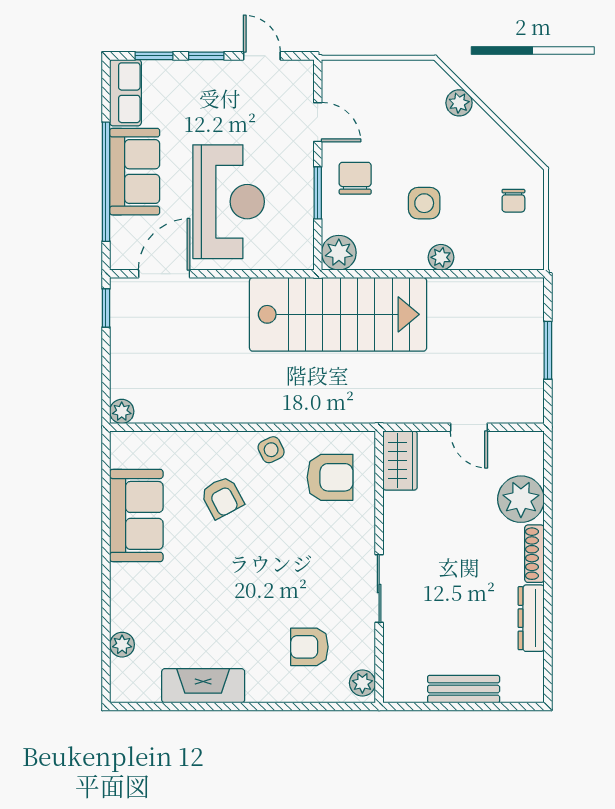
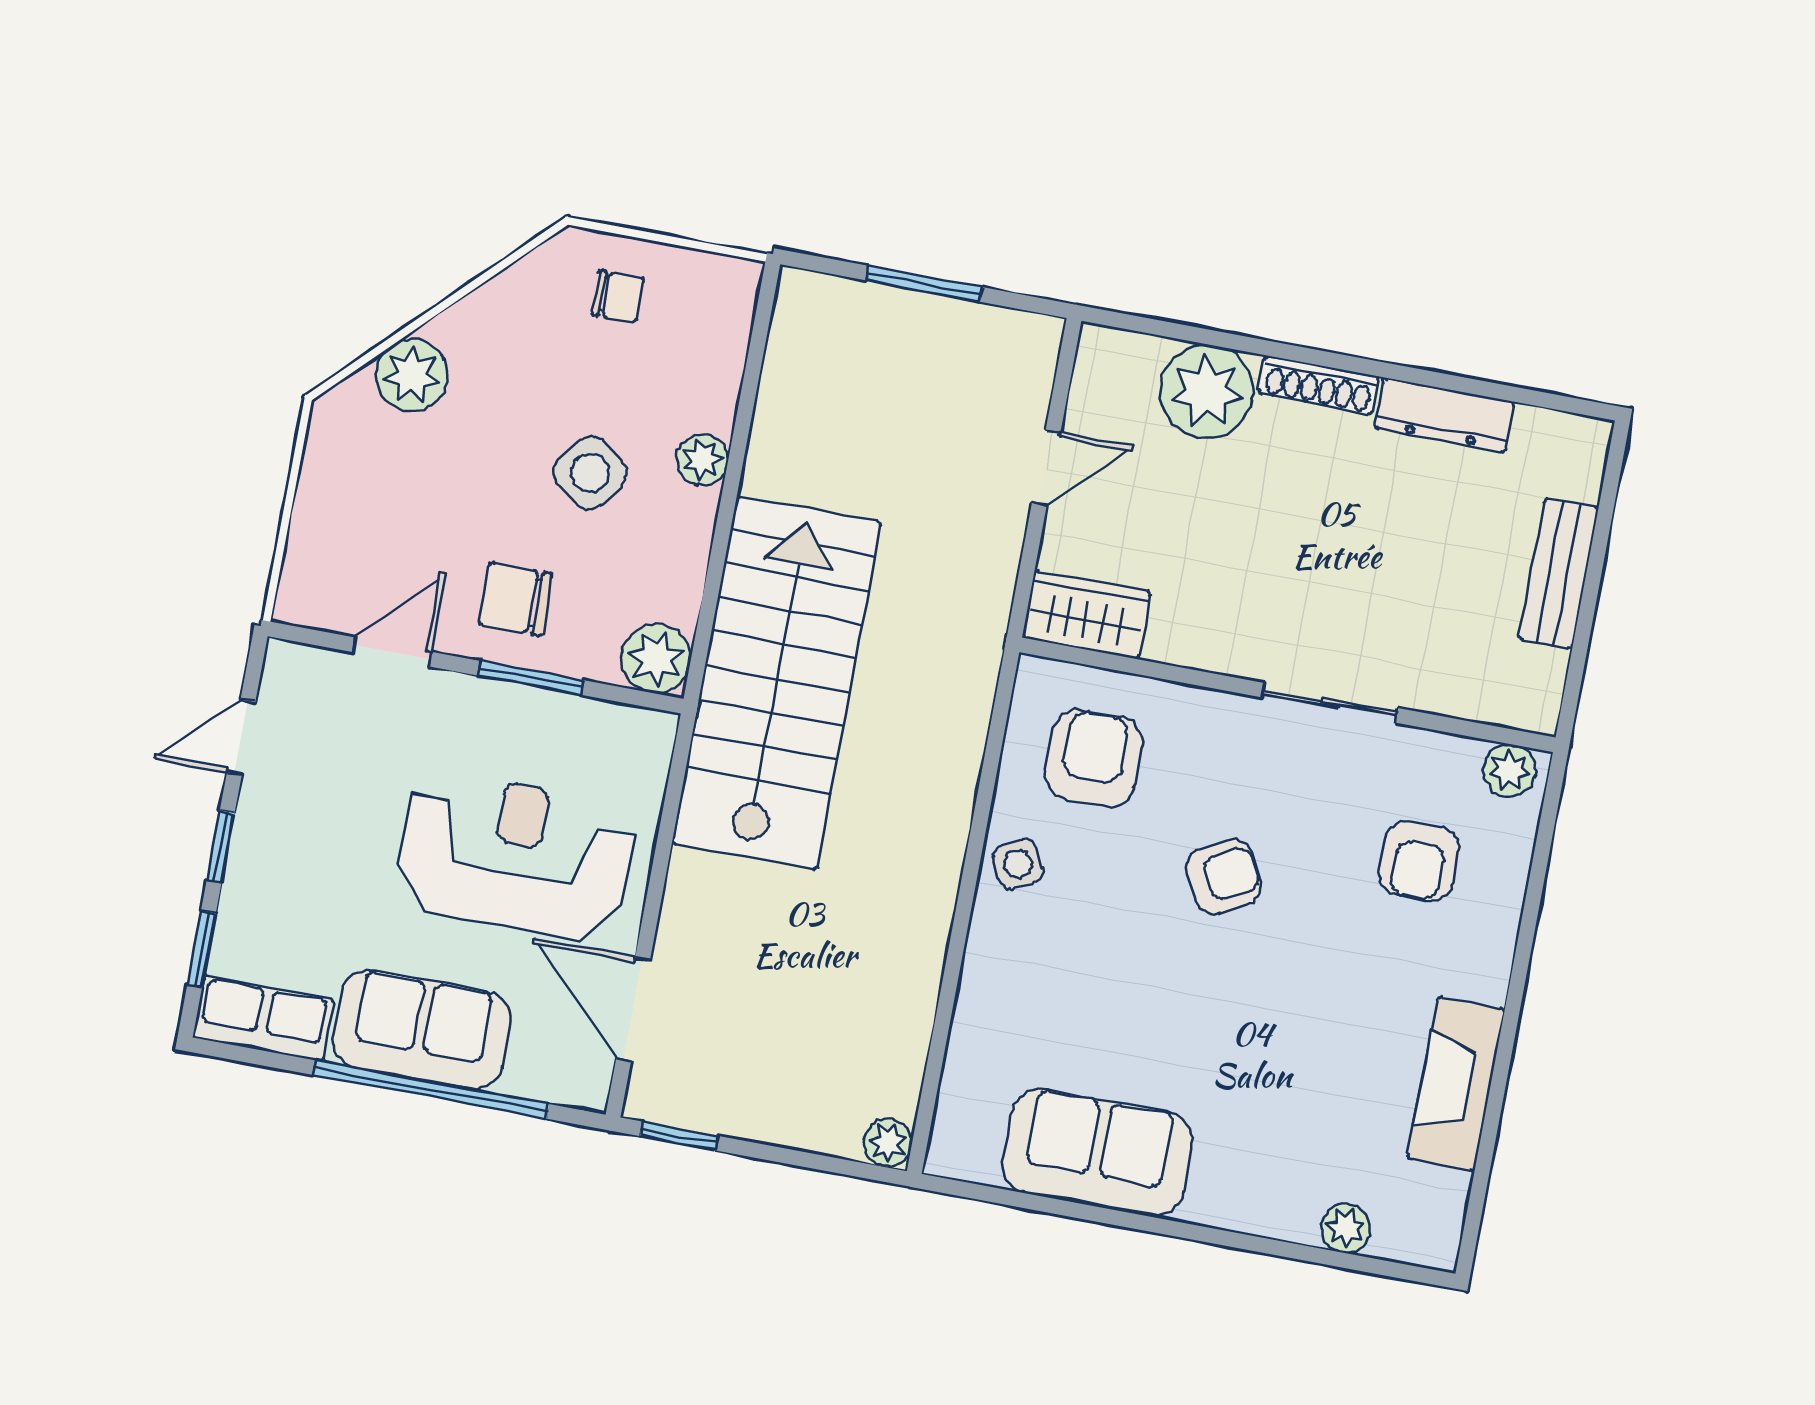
plant: (459, 103) -> (411, 375), width x1.38, depth x1.38
side table: (424, 203) -> (590, 473), turned 36
armchair: (222, 497) -> (1223, 877), moved

